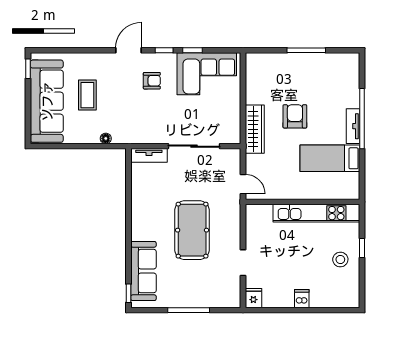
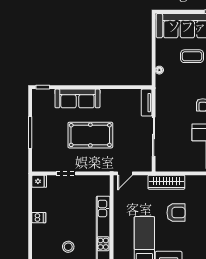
sofa: (143, 271) -> (77, 98), moved

